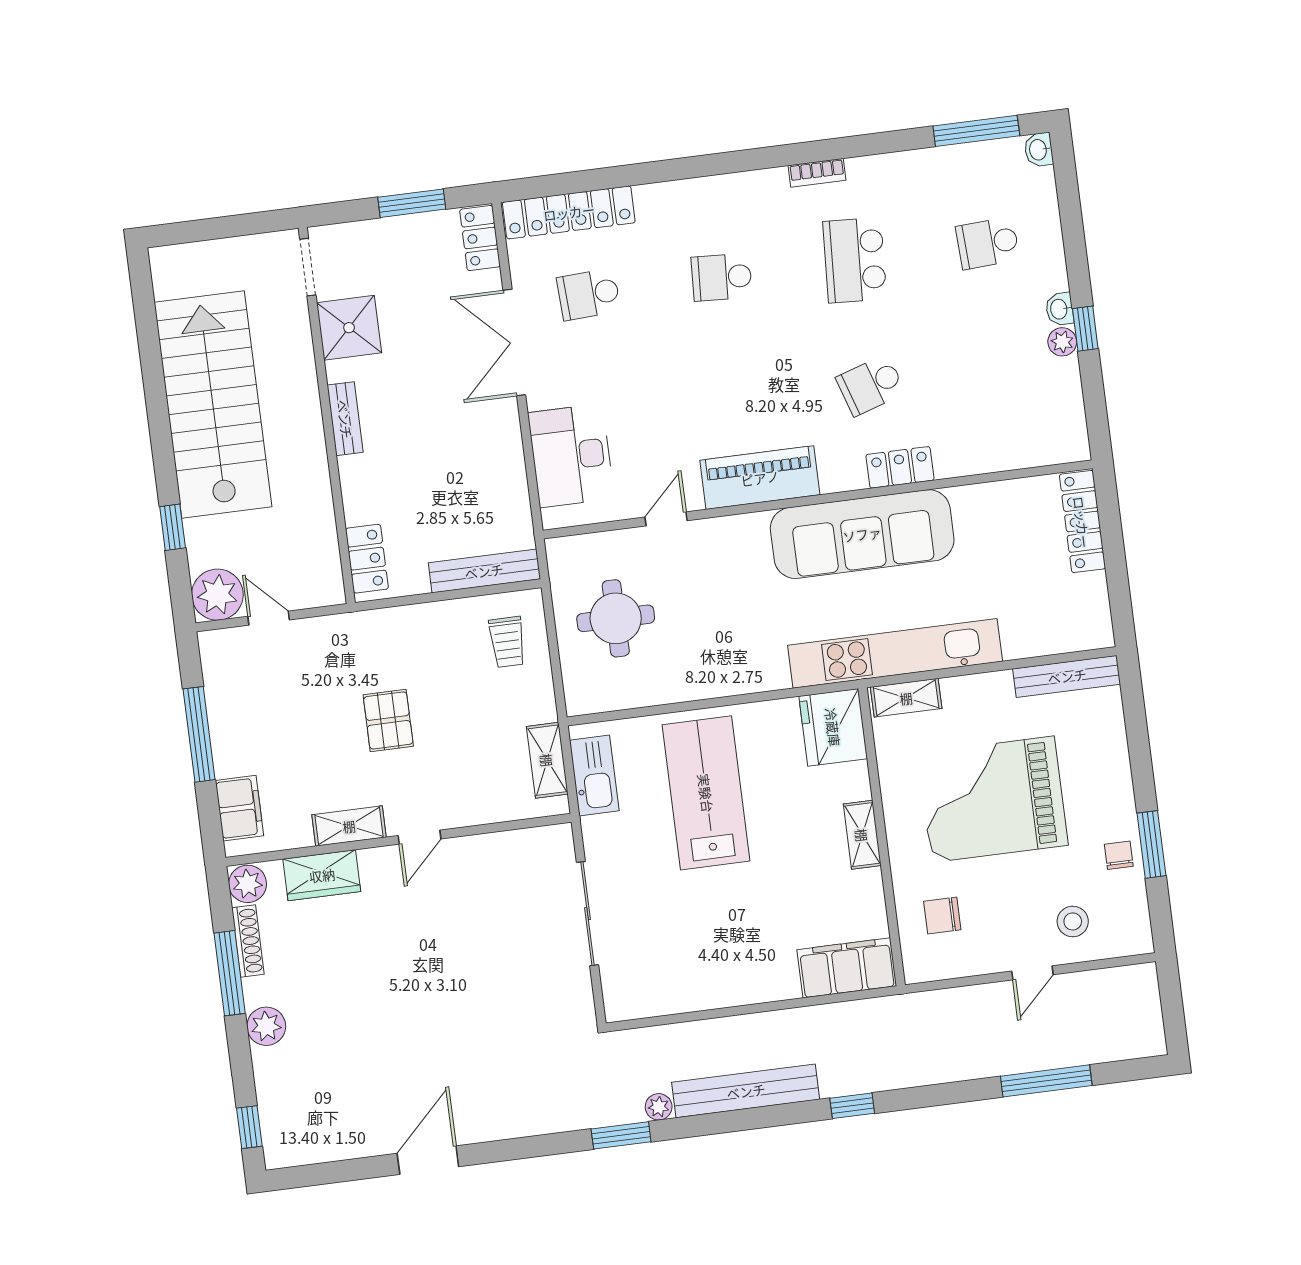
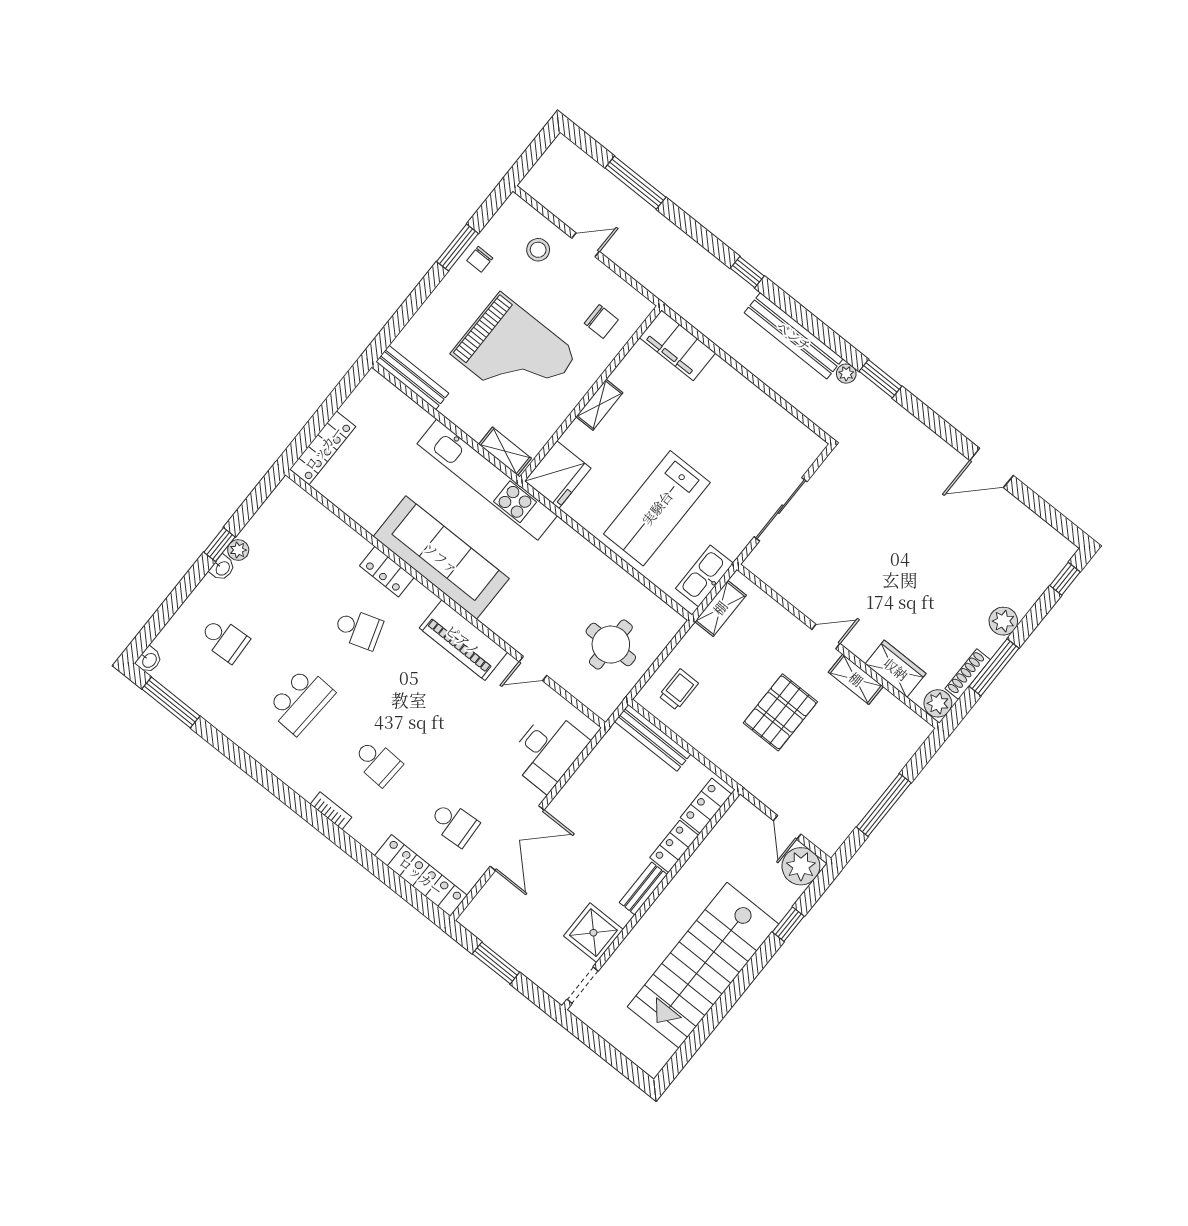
bookcase: (817, 173) -> (331, 811), moved
locker: (480, 238) -> (674, 846), moved, turned 180
pallet: (388, 720) -> (780, 712), width x1.50, depth x1.42
filing cabinet: (239, 808) -> (902, 746), removed

